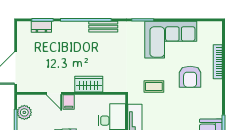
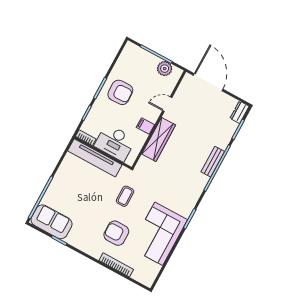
dresser: (41, 27) -> (239, 112), moved
bench: (103, 27) -> (213, 162), moved
wardrobe: (89, 84) -> (159, 139), width x1.50
filing cabinet: (69, 102) -> (145, 126), moved

